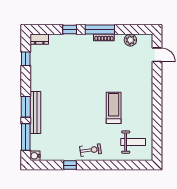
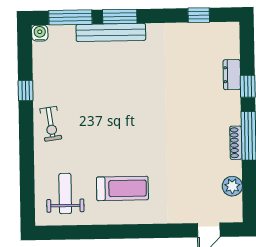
dresser: (39, 39) -> (232, 75), moved
treadmill: (114, 108) -> (122, 188), moved
weight bench: (133, 142) -> (65, 193), turned 180

